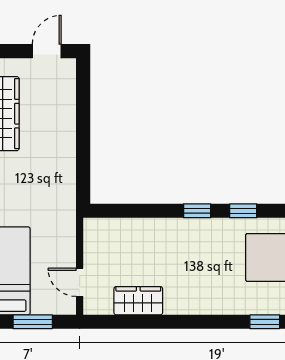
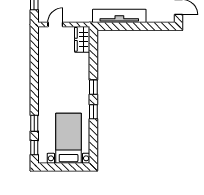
tv unit: (63, 162) -> (119, 16), added
wardrobe: (138, 301) -> (82, 39), moved, turned 180

